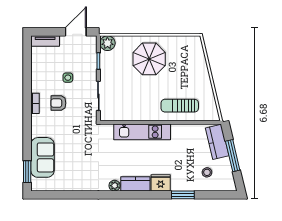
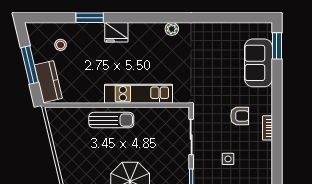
armchair: (58, 103) -> (240, 116), moved
sun lounger: (180, 106) -> (111, 120), moved
kitchen counter: (135, 184) -> (147, 31), removed

